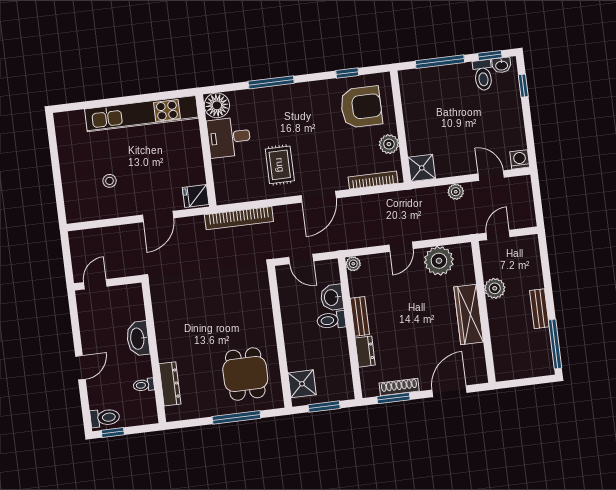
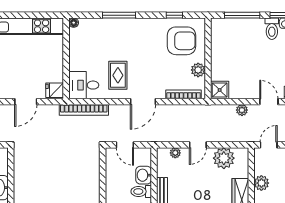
floor lamp: (217, 105) -> (74, 23), width x0.53, depth x0.53
desk: (229, 137) -> (84, 85), moved
plant: (353, 264) -> (175, 153), moved

